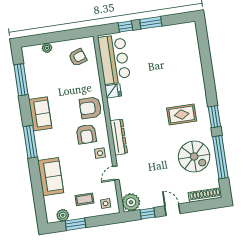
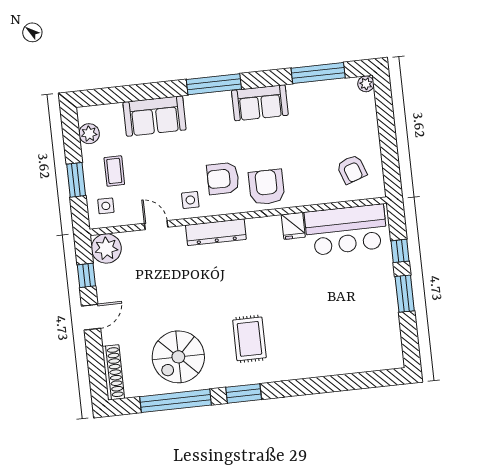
plant: (47, 48) -> (366, 84), moved
window: (75, 224) -> (76, 180), moved

